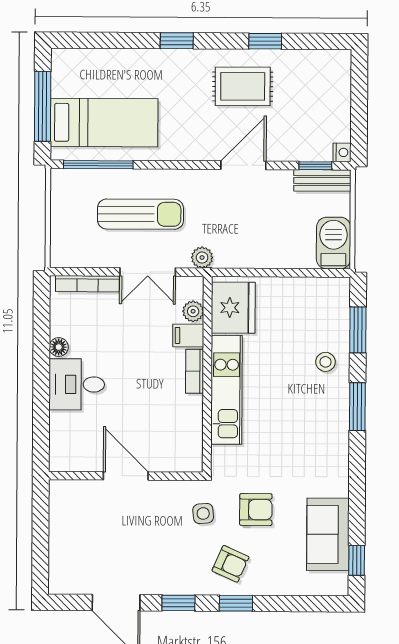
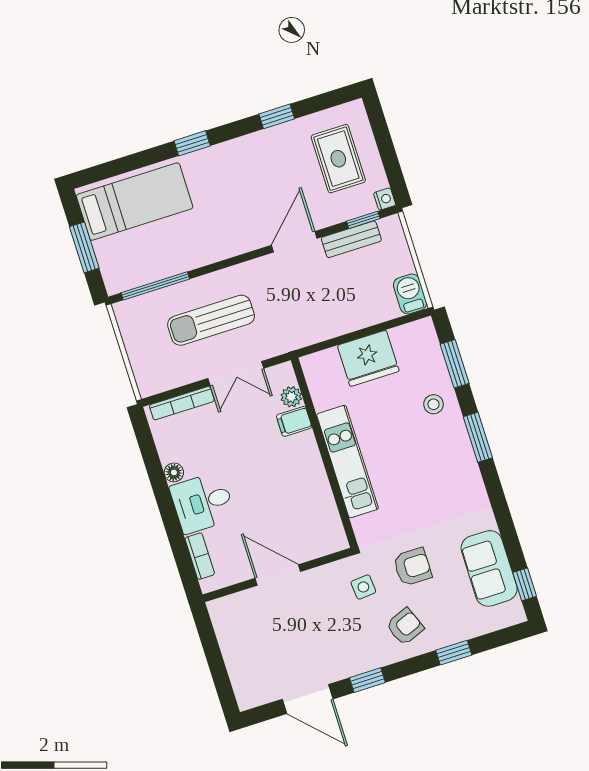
rug: (243, 86) -> (338, 159), moved, turned 90
window: (43, 106) -> (84, 247), width x0.69
bed: (104, 123) -> (135, 202), moved
bench: (322, 180) -> (351, 239), moved
sun lounger: (140, 214) -> (211, 320), turned 180
barbecue: (334, 243) -> (410, 294), width x0.73, depth x0.79
plant: (202, 258) -> (283, 343), removed
fridge: (233, 308) -> (368, 358), moved, turned 90
bookcase: (194, 371) -> (200, 556), moved, turned 180
armchair: (230, 564) -> (405, 627), turned -46
window: (236, 603) -> (454, 653), moved

